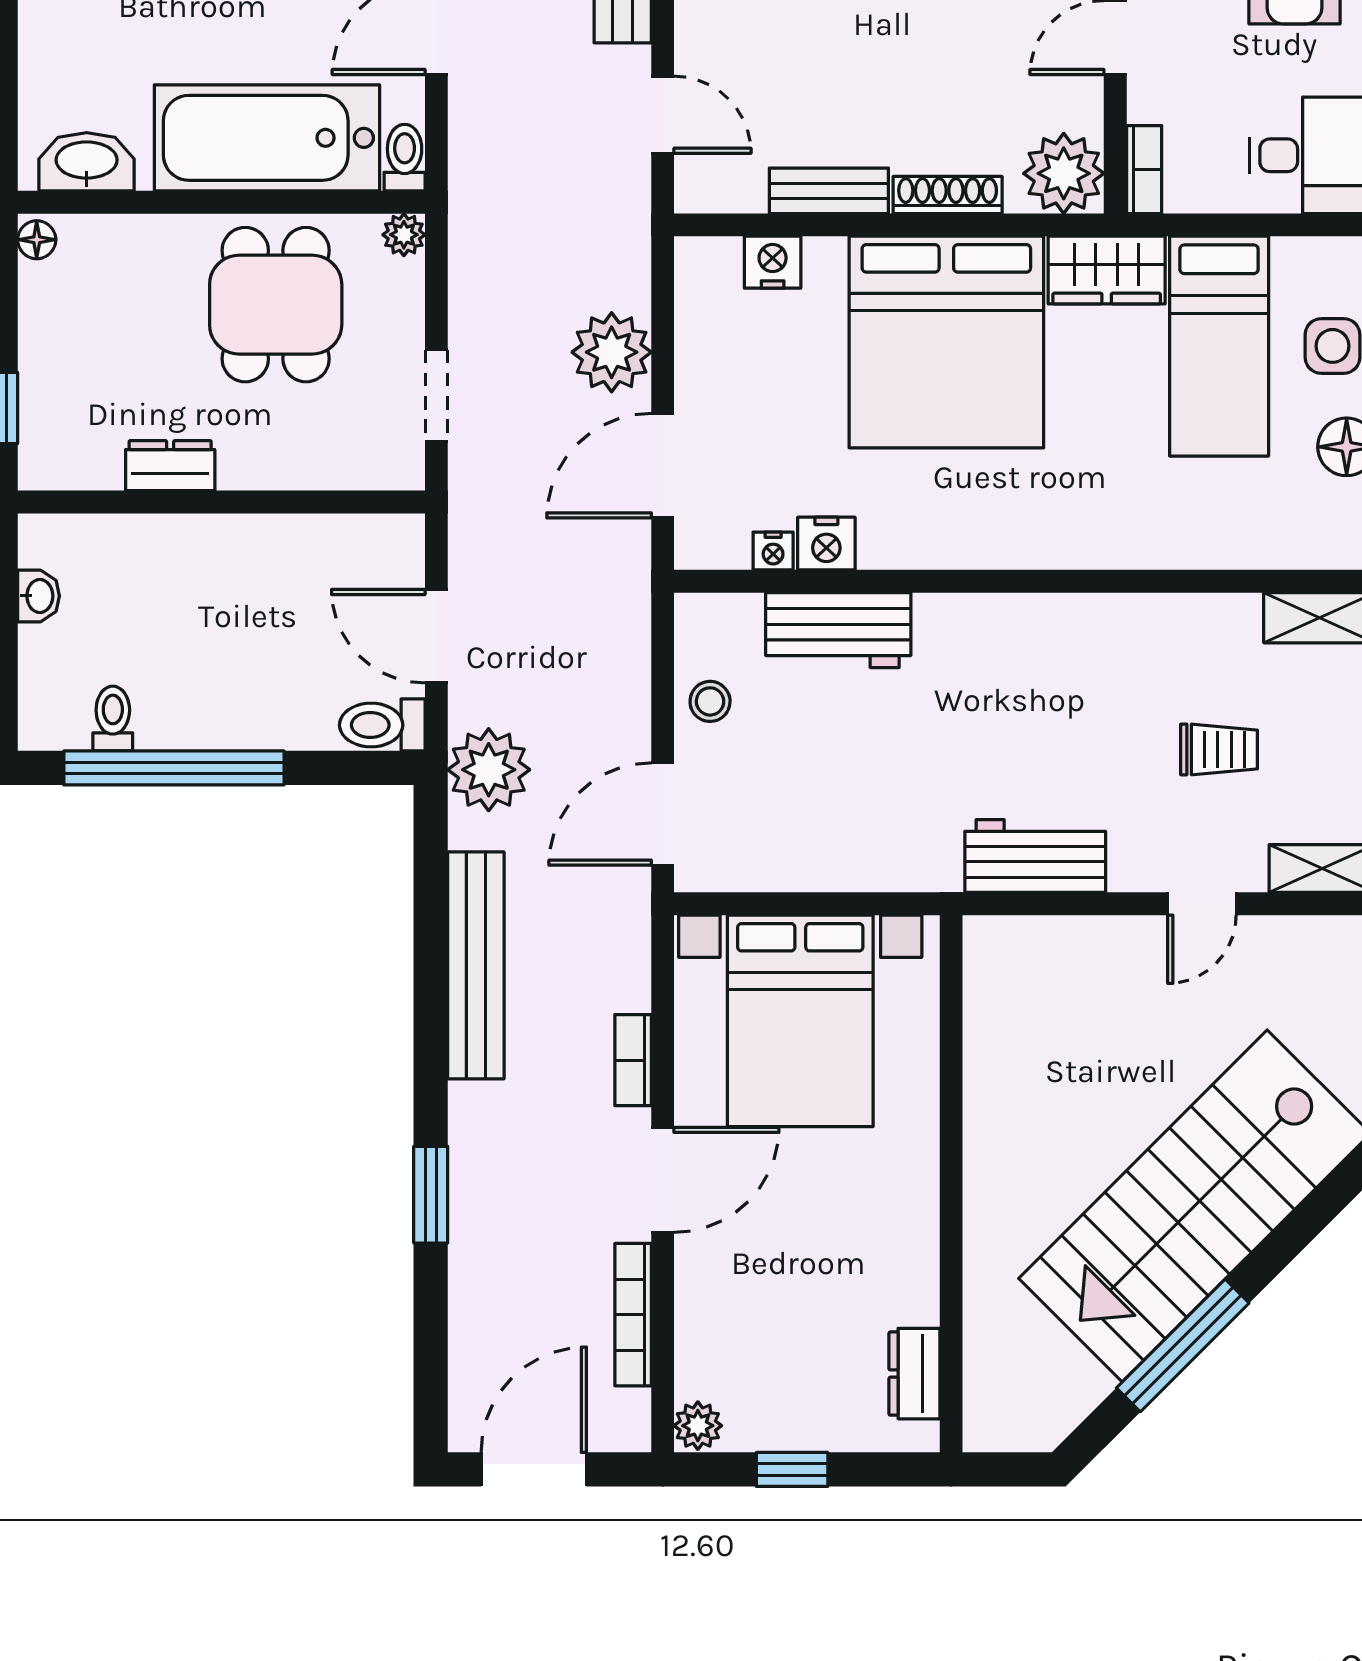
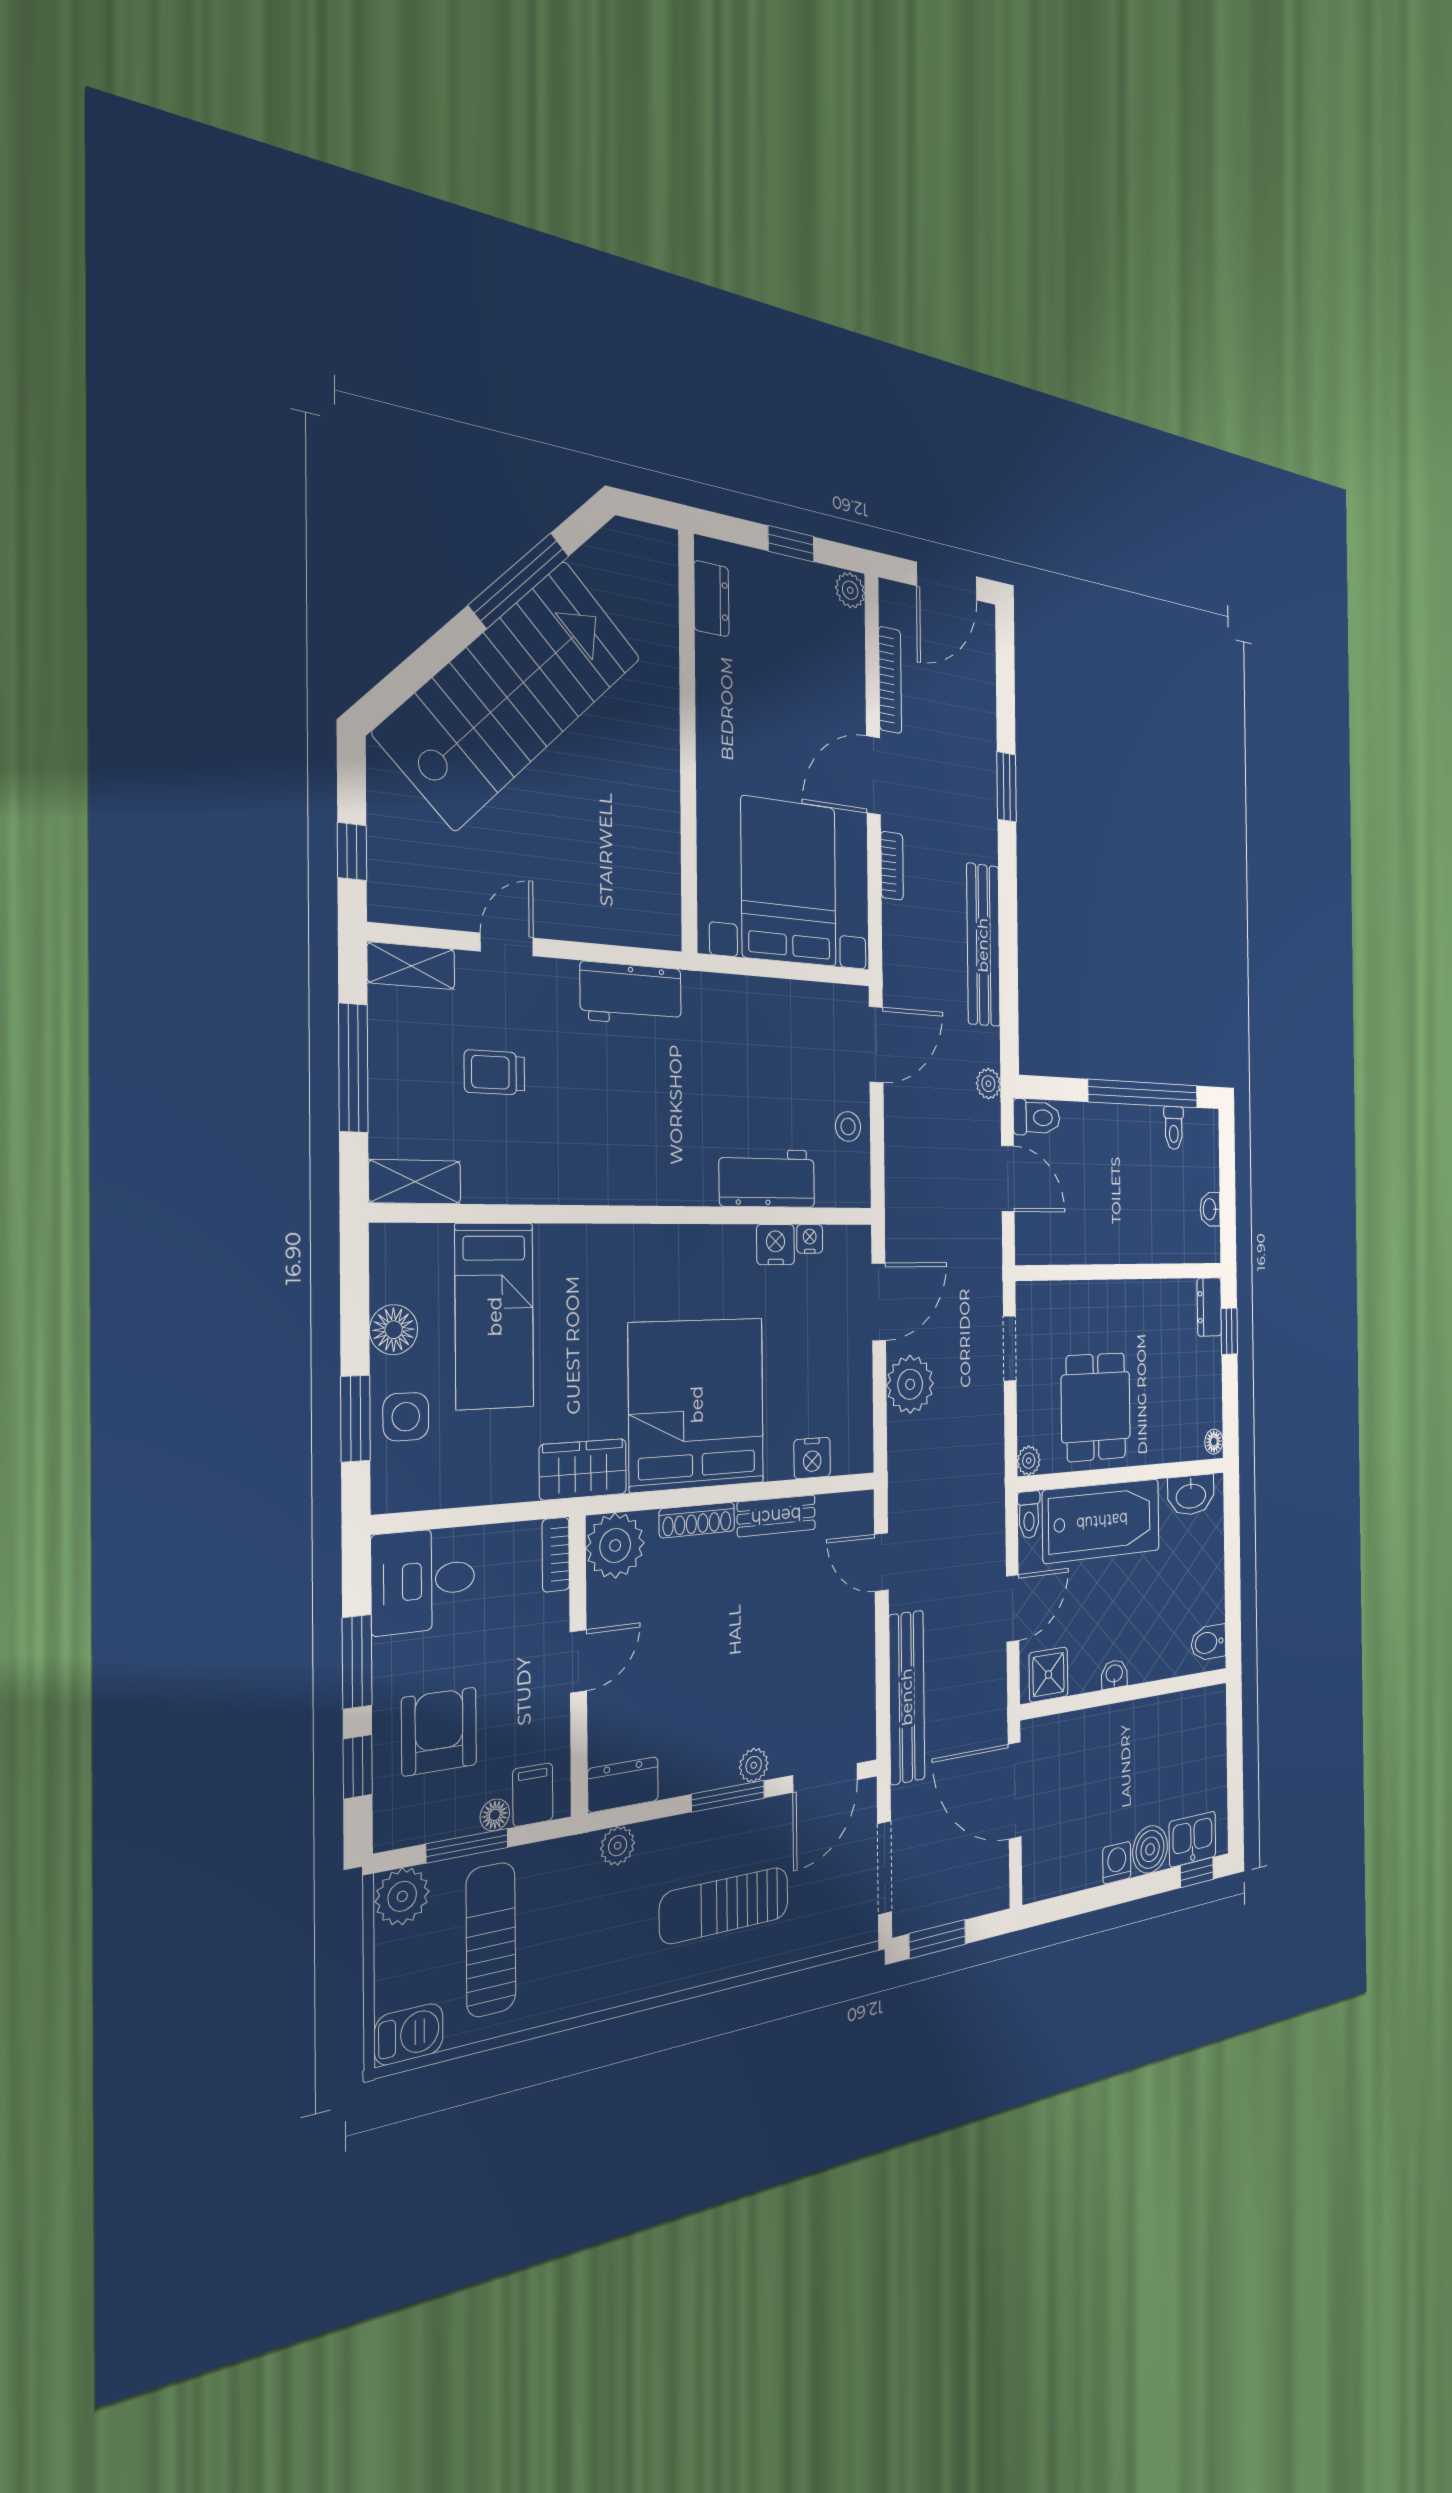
bed: (1219, 346) -> (495, 1316), moved, turned 180
dresser: (170, 466) -> (1209, 1307), moved, turned 90
plant: (489, 770) -> (988, 1084), width x0.53, depth x0.53

